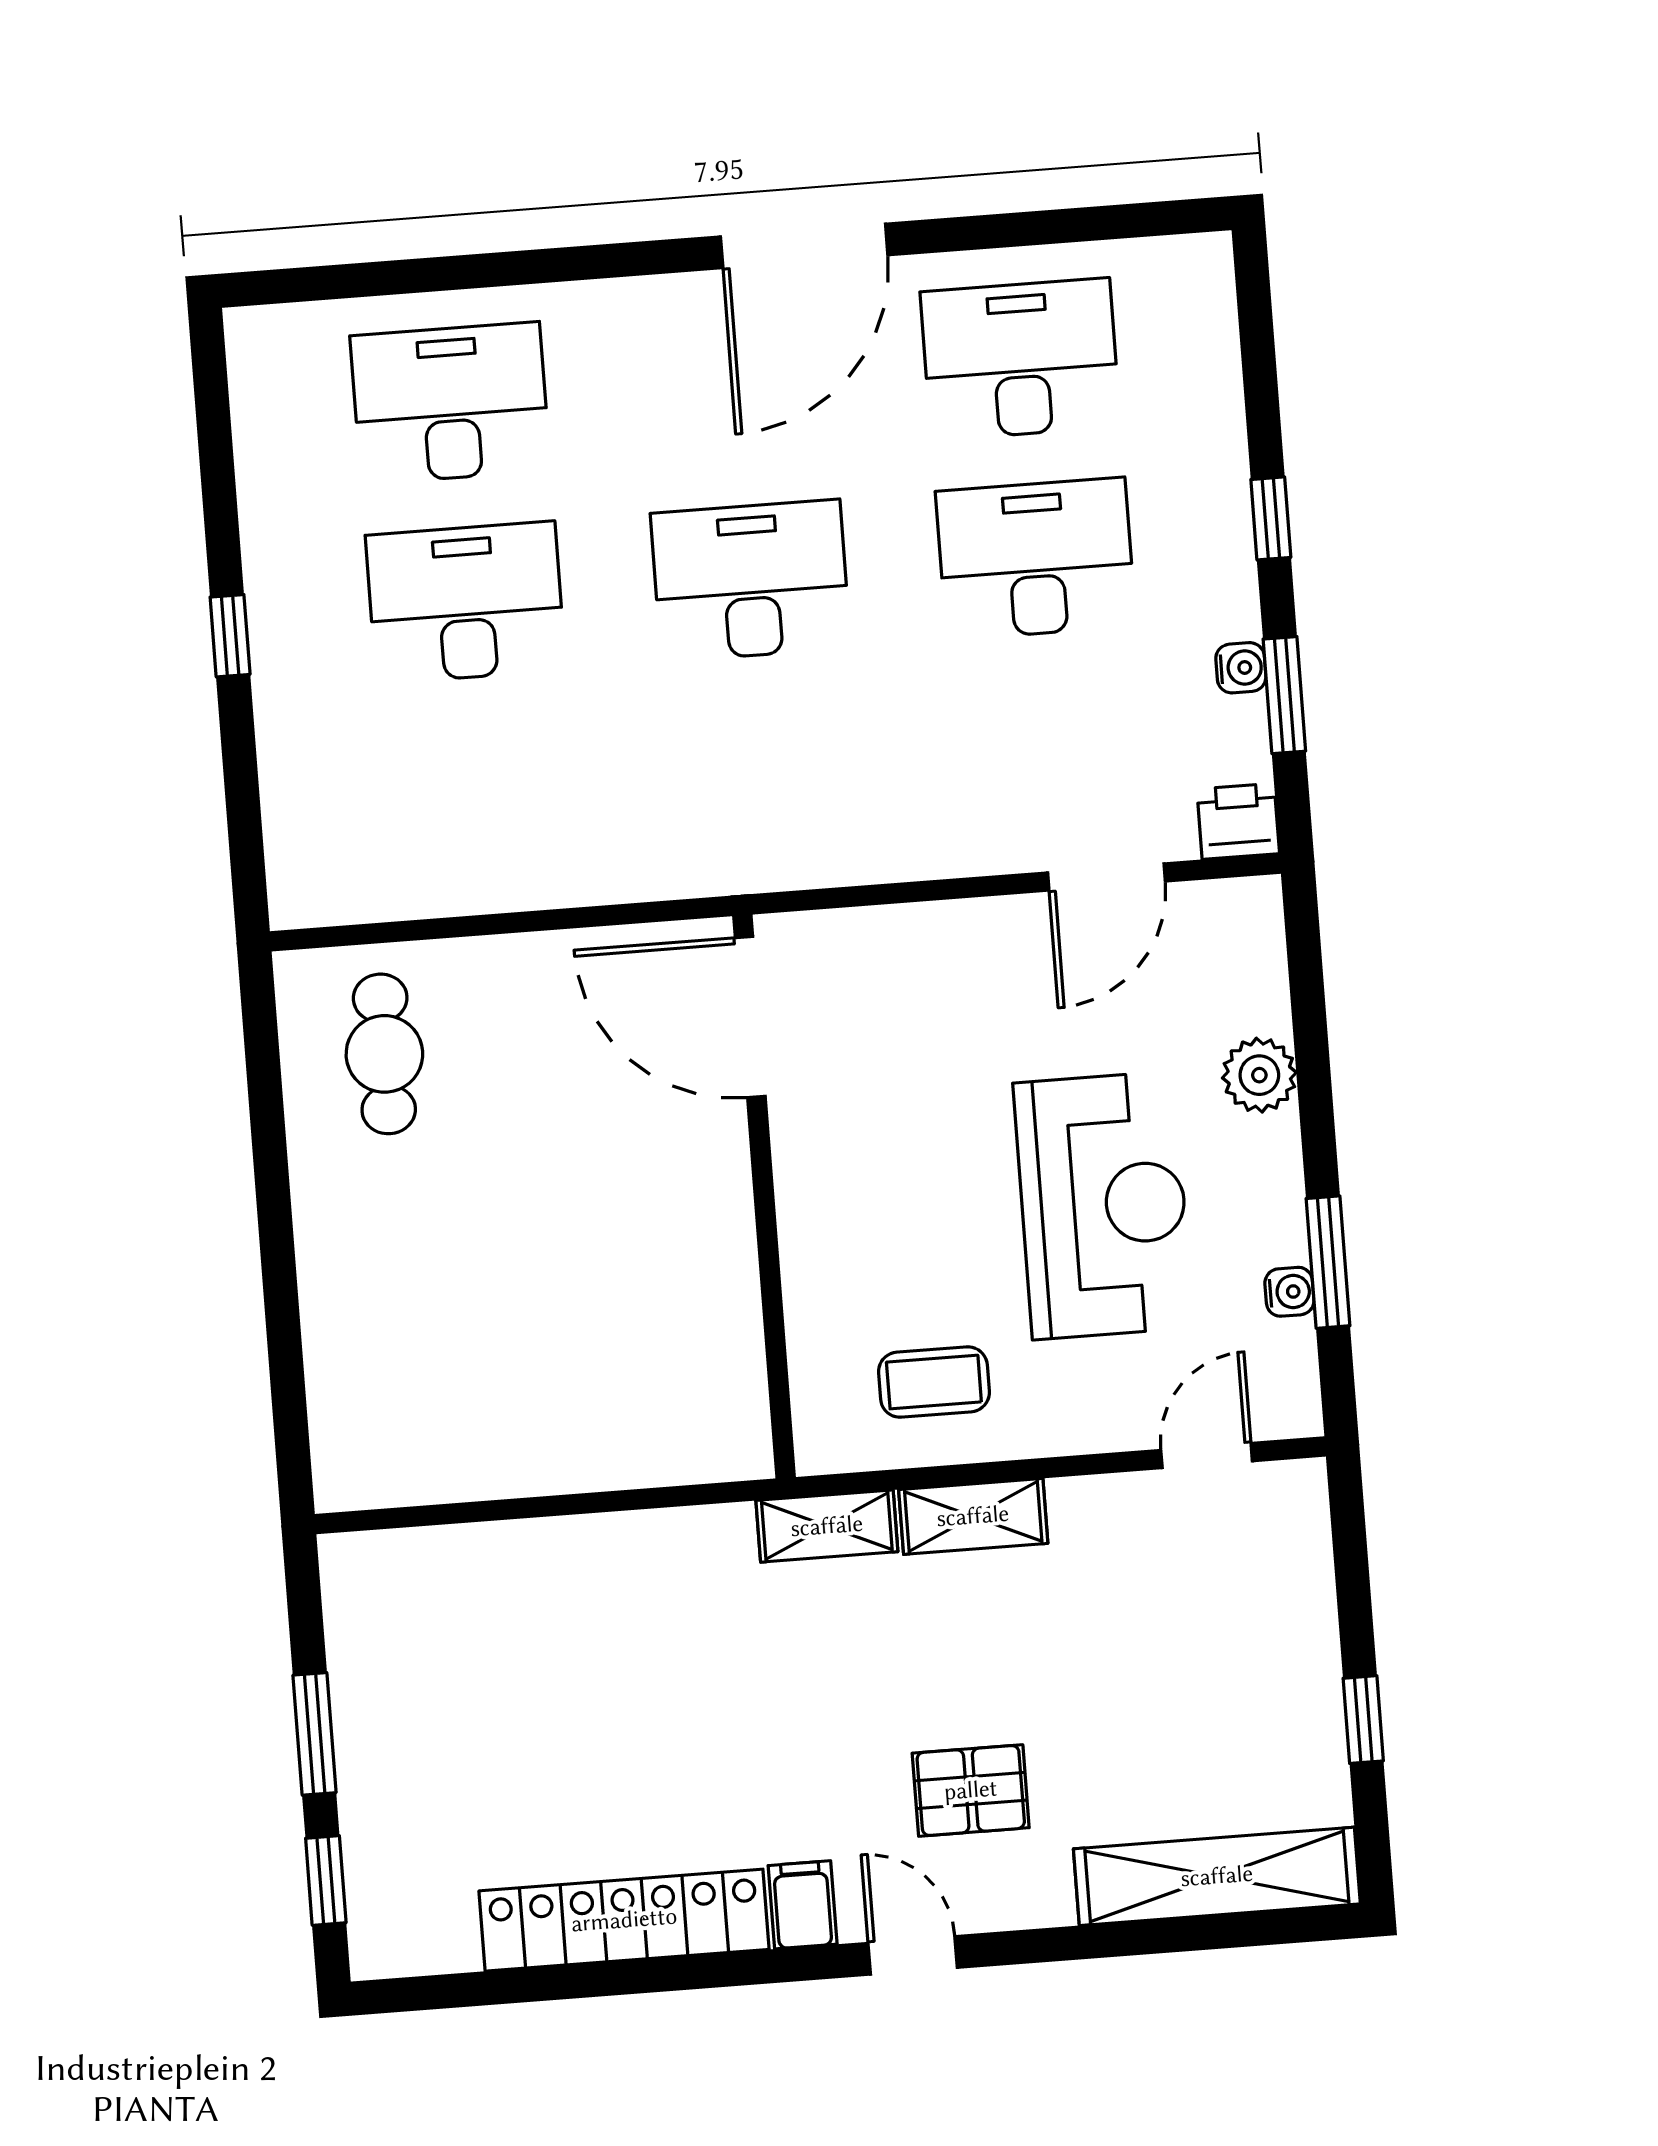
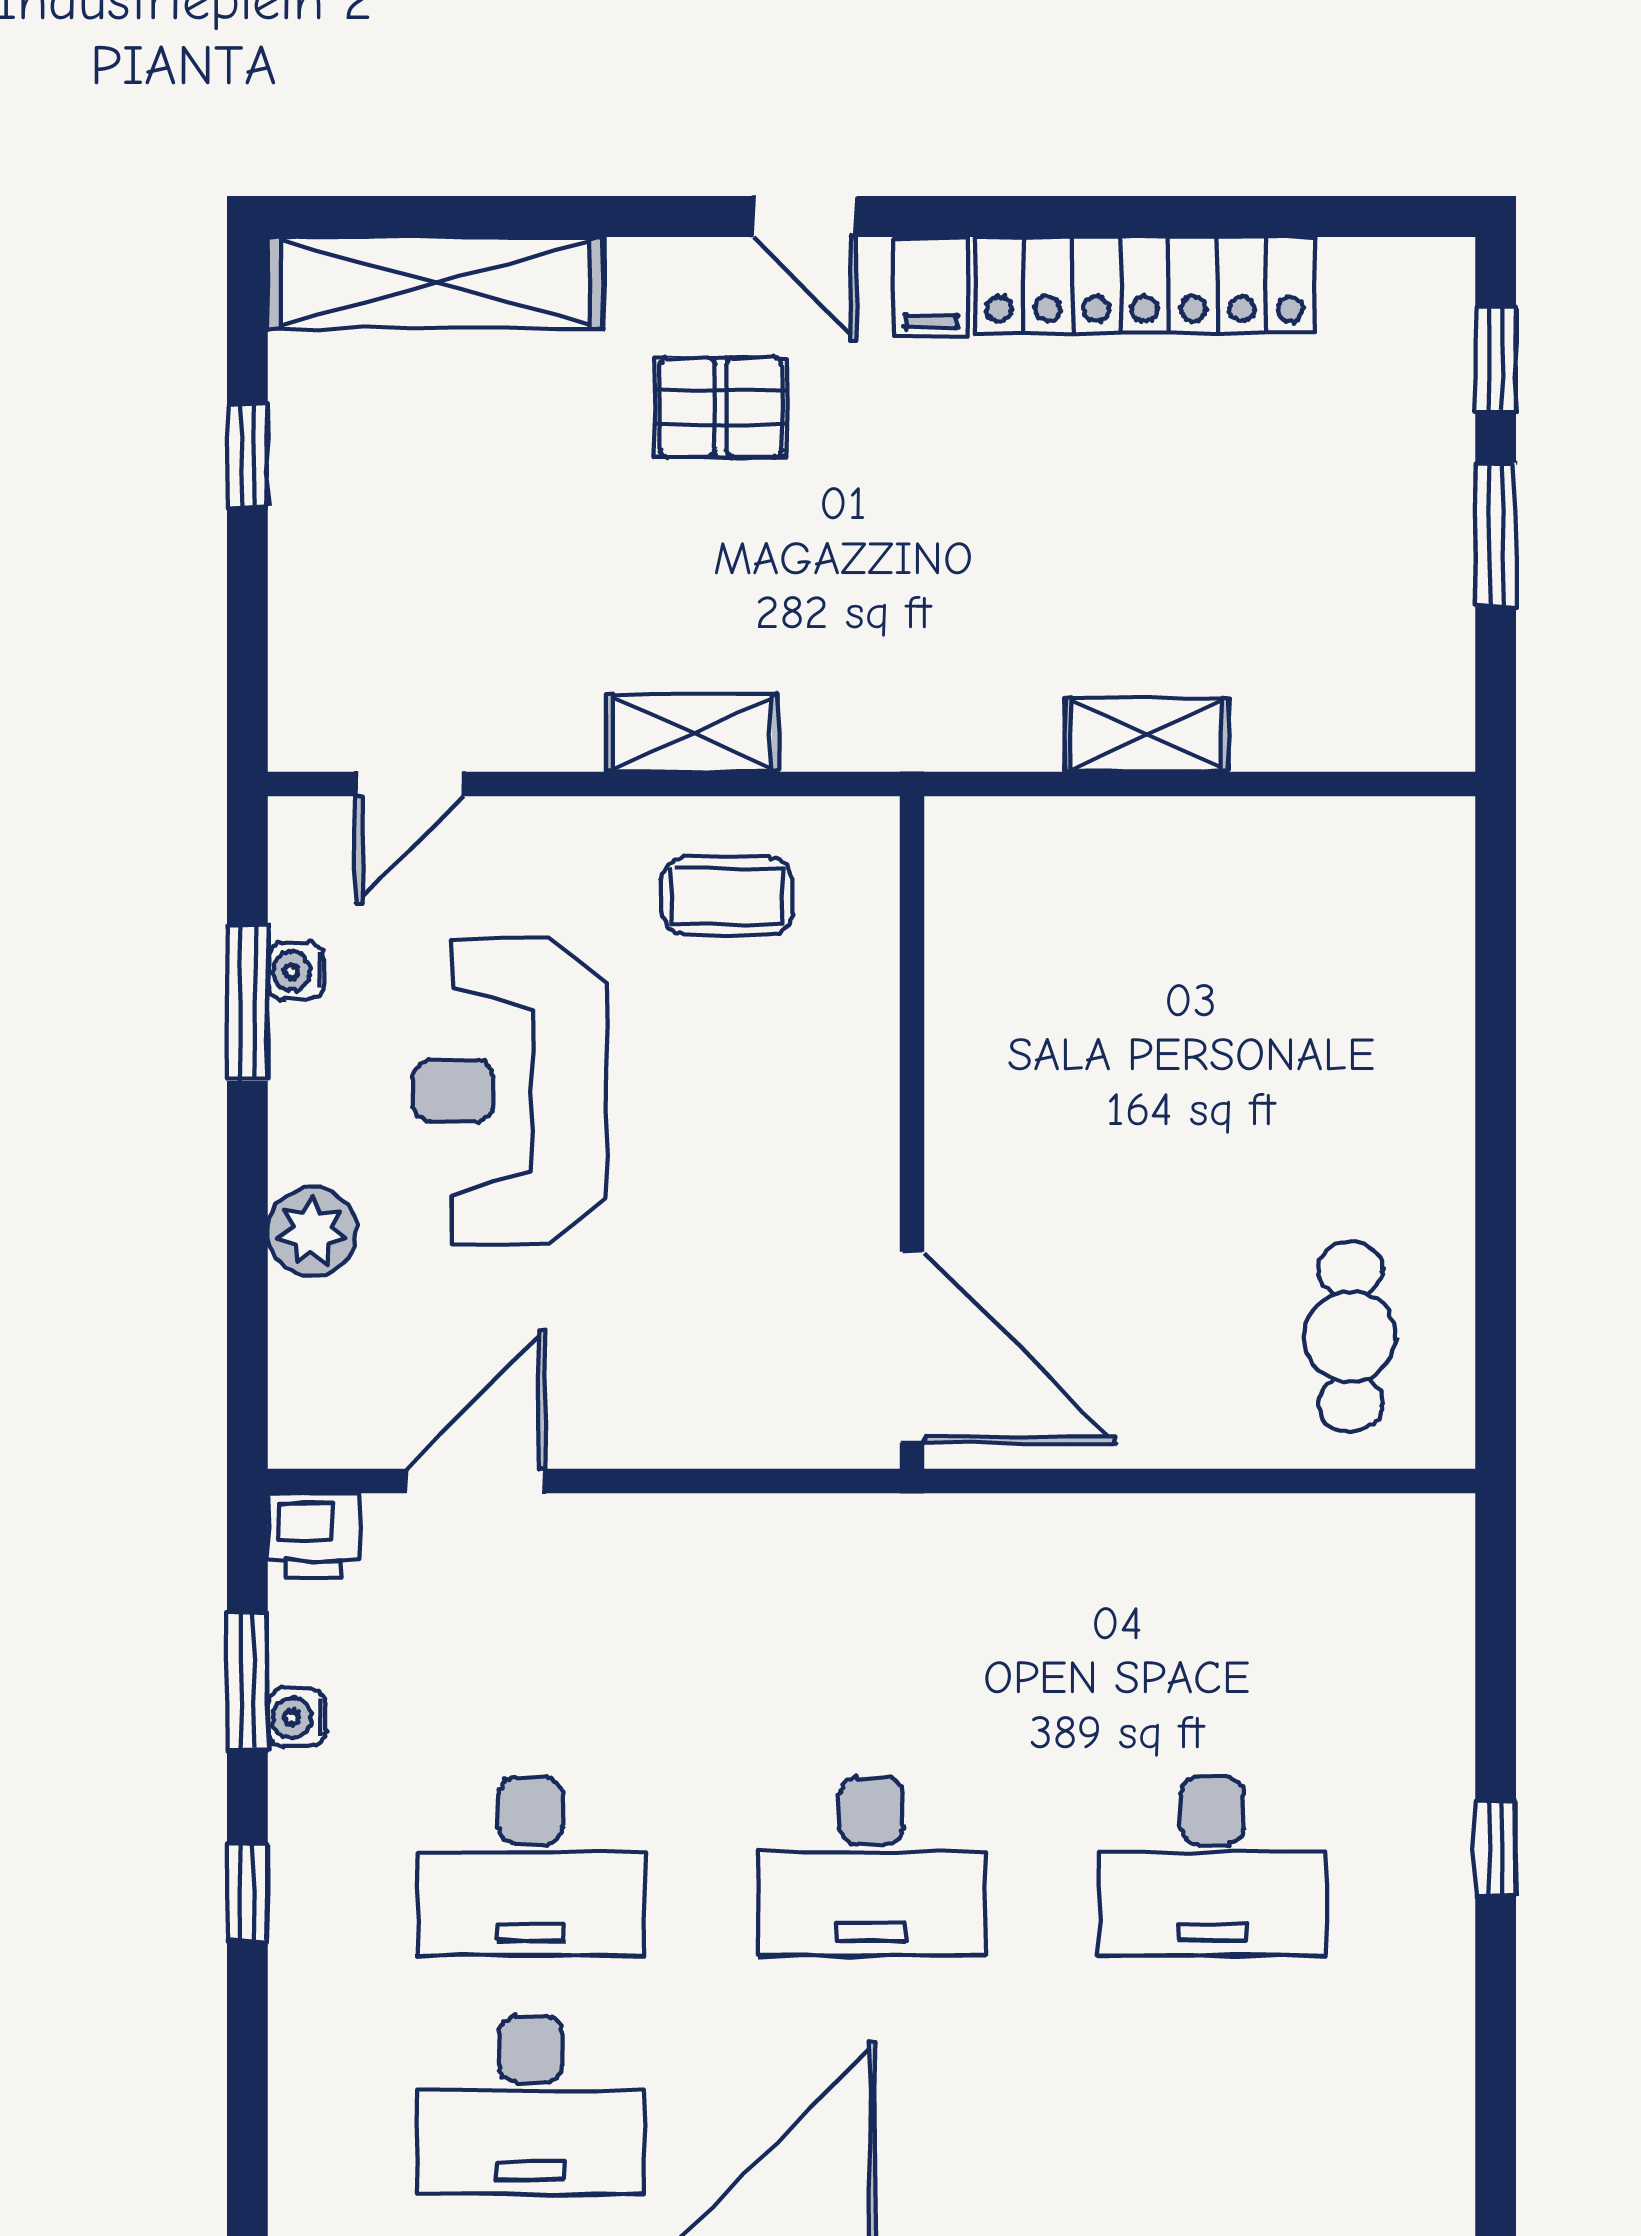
desk: (450, 403) -> (1212, 2105), removed
shelving: (827, 1526) -> (1146, 735), moved

